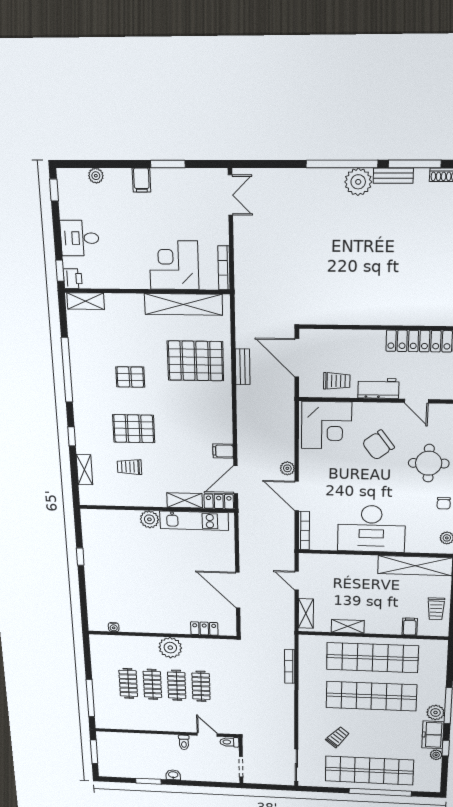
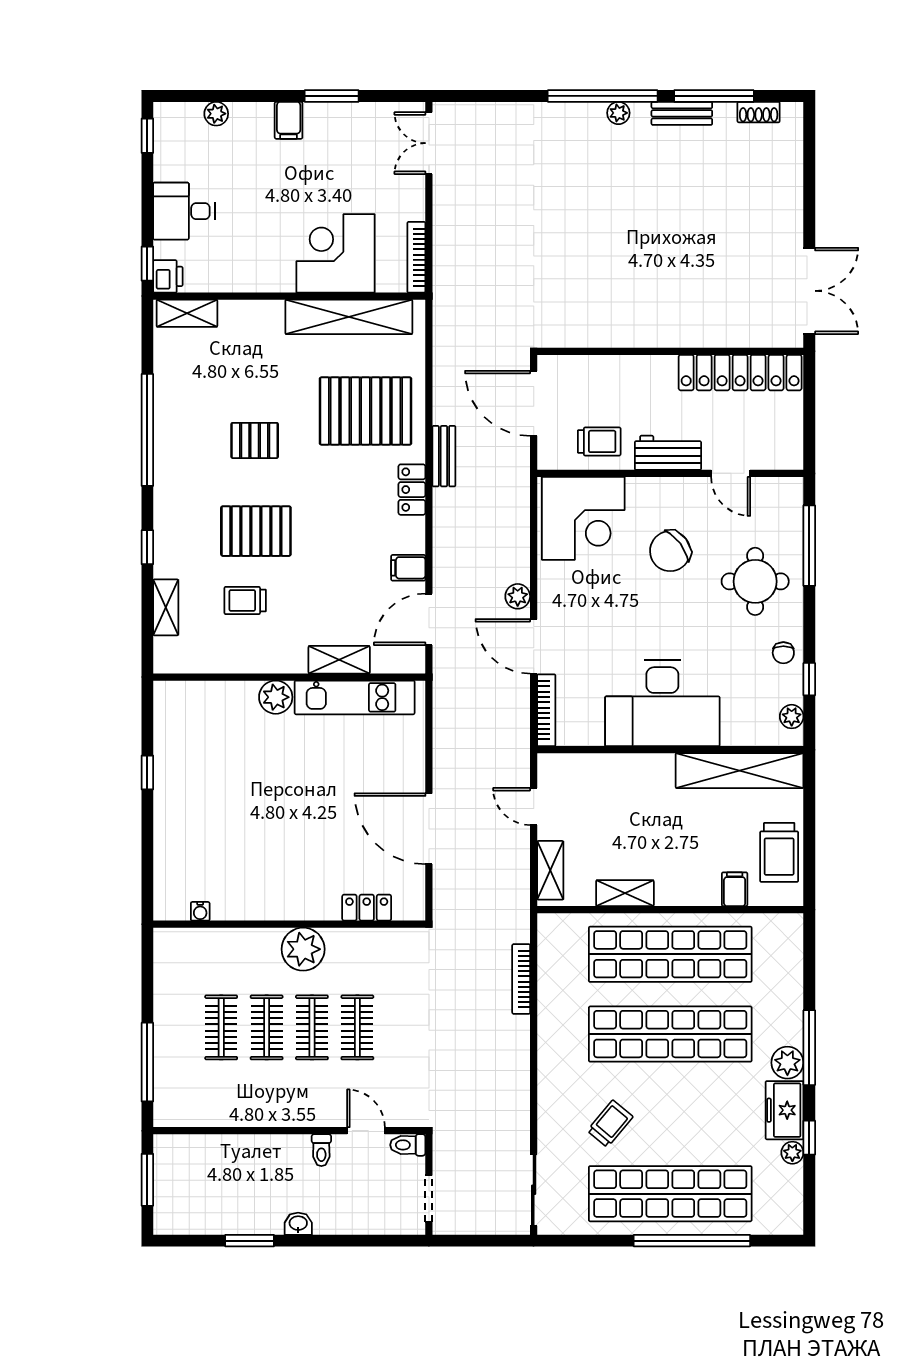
plant: (358, 182) -> (618, 113), width x0.53, depth x0.53
double door: (230, 195) -> (429, 143), swing flipped
bench: (243, 367) -> (444, 456), moved
locker: (219, 501) -> (412, 490), moved, turned -90
trolley: (436, 609) -> (779, 852), width x1.36, depth x1.39

